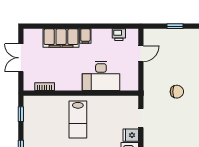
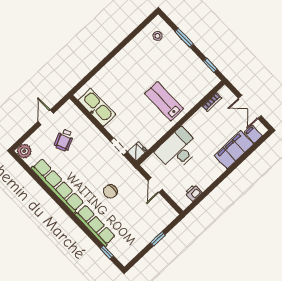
filing cabinet: (85, 36) -> (253, 134), moved
door: (141, 54) -> (155, 185), moved
double door: (21, 58) -> (250, 107), swing flipped
fridge: (131, 135) -> (137, 151), moved

